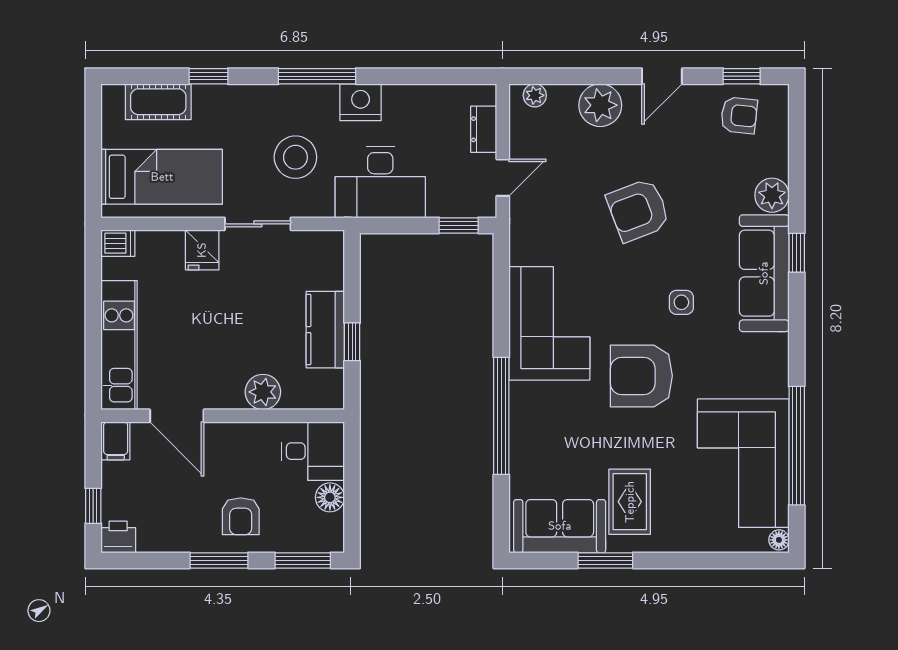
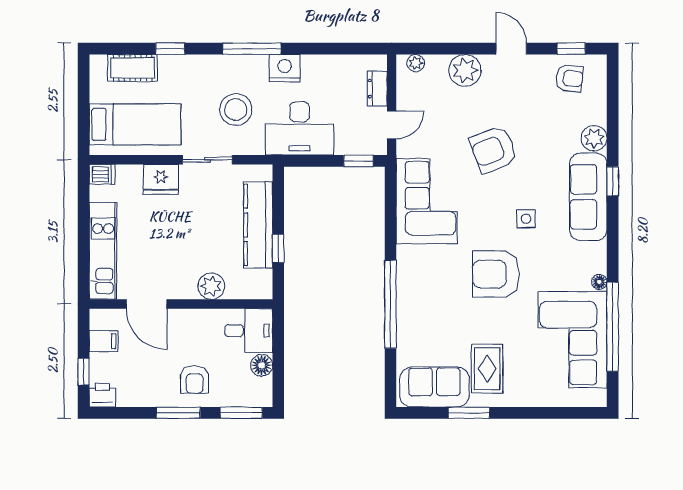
door: (662, 76) -> (511, 49), swing flipped
fridge: (202, 250) -> (161, 179), width x1.38
corner sofa: (549, 323) -> (427, 201), moved
kitchen counter: (325, 330) -> (258, 225), width x1.50
filing cabinet: (116, 441) -> (104, 341), moved, turned -90
floor lamp: (779, 540) -> (599, 282), moved

